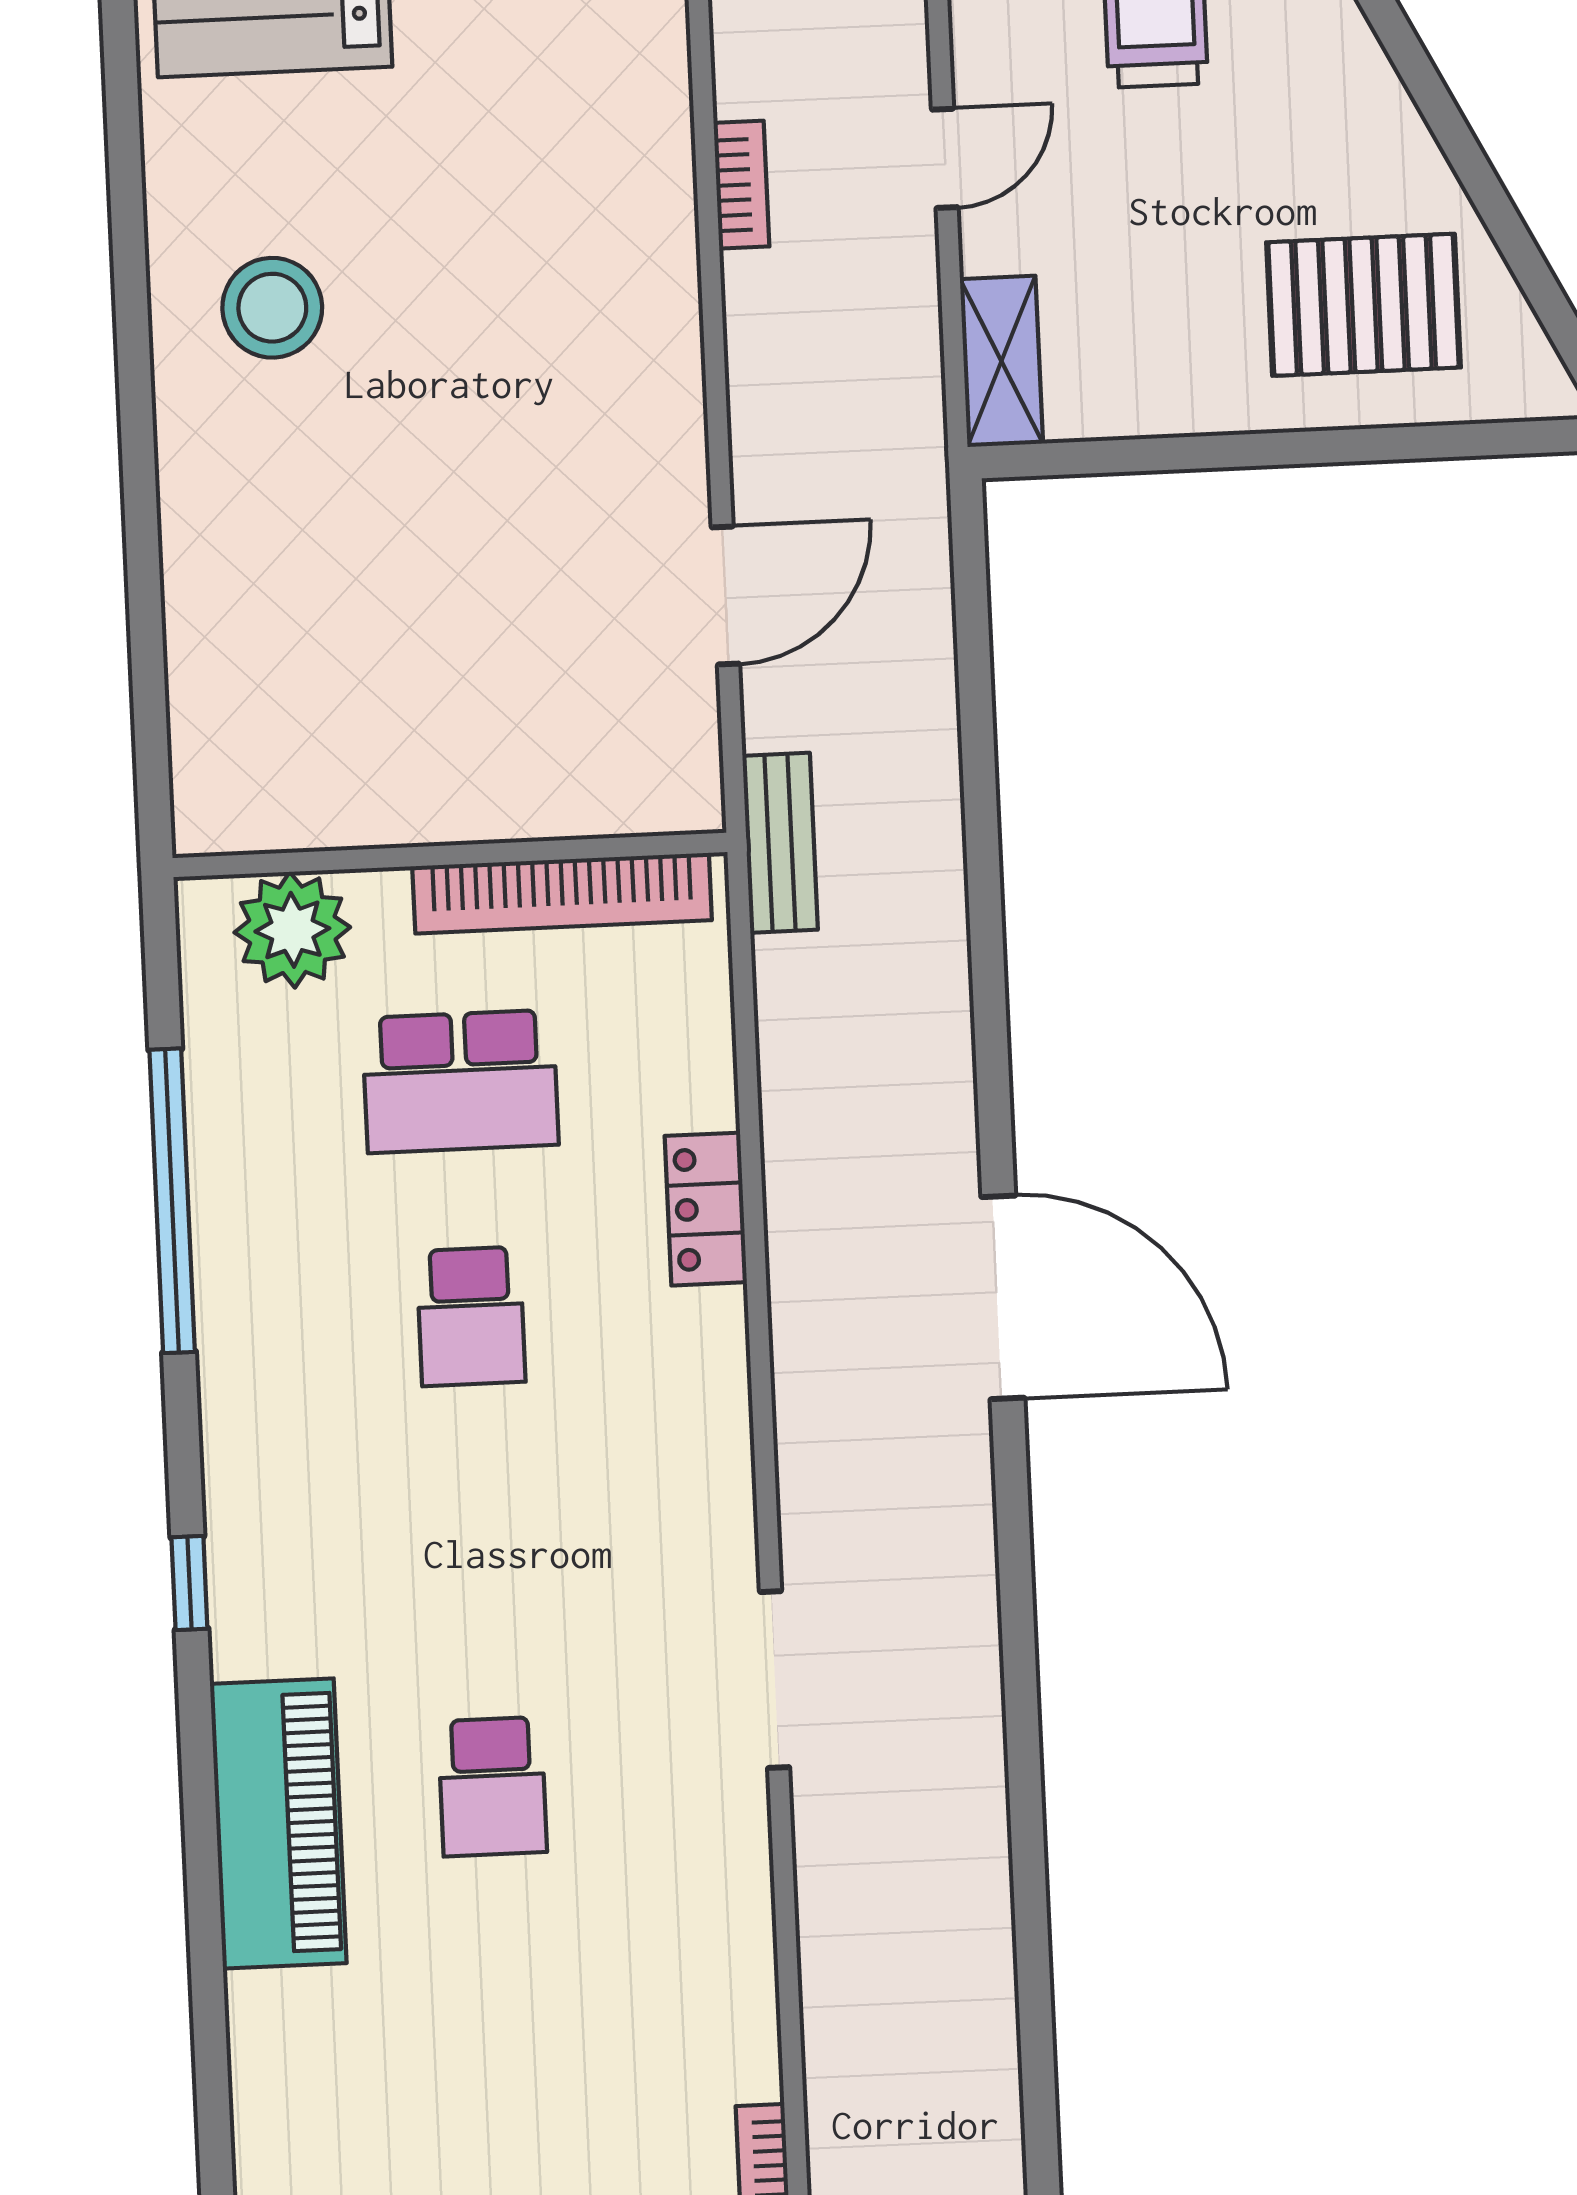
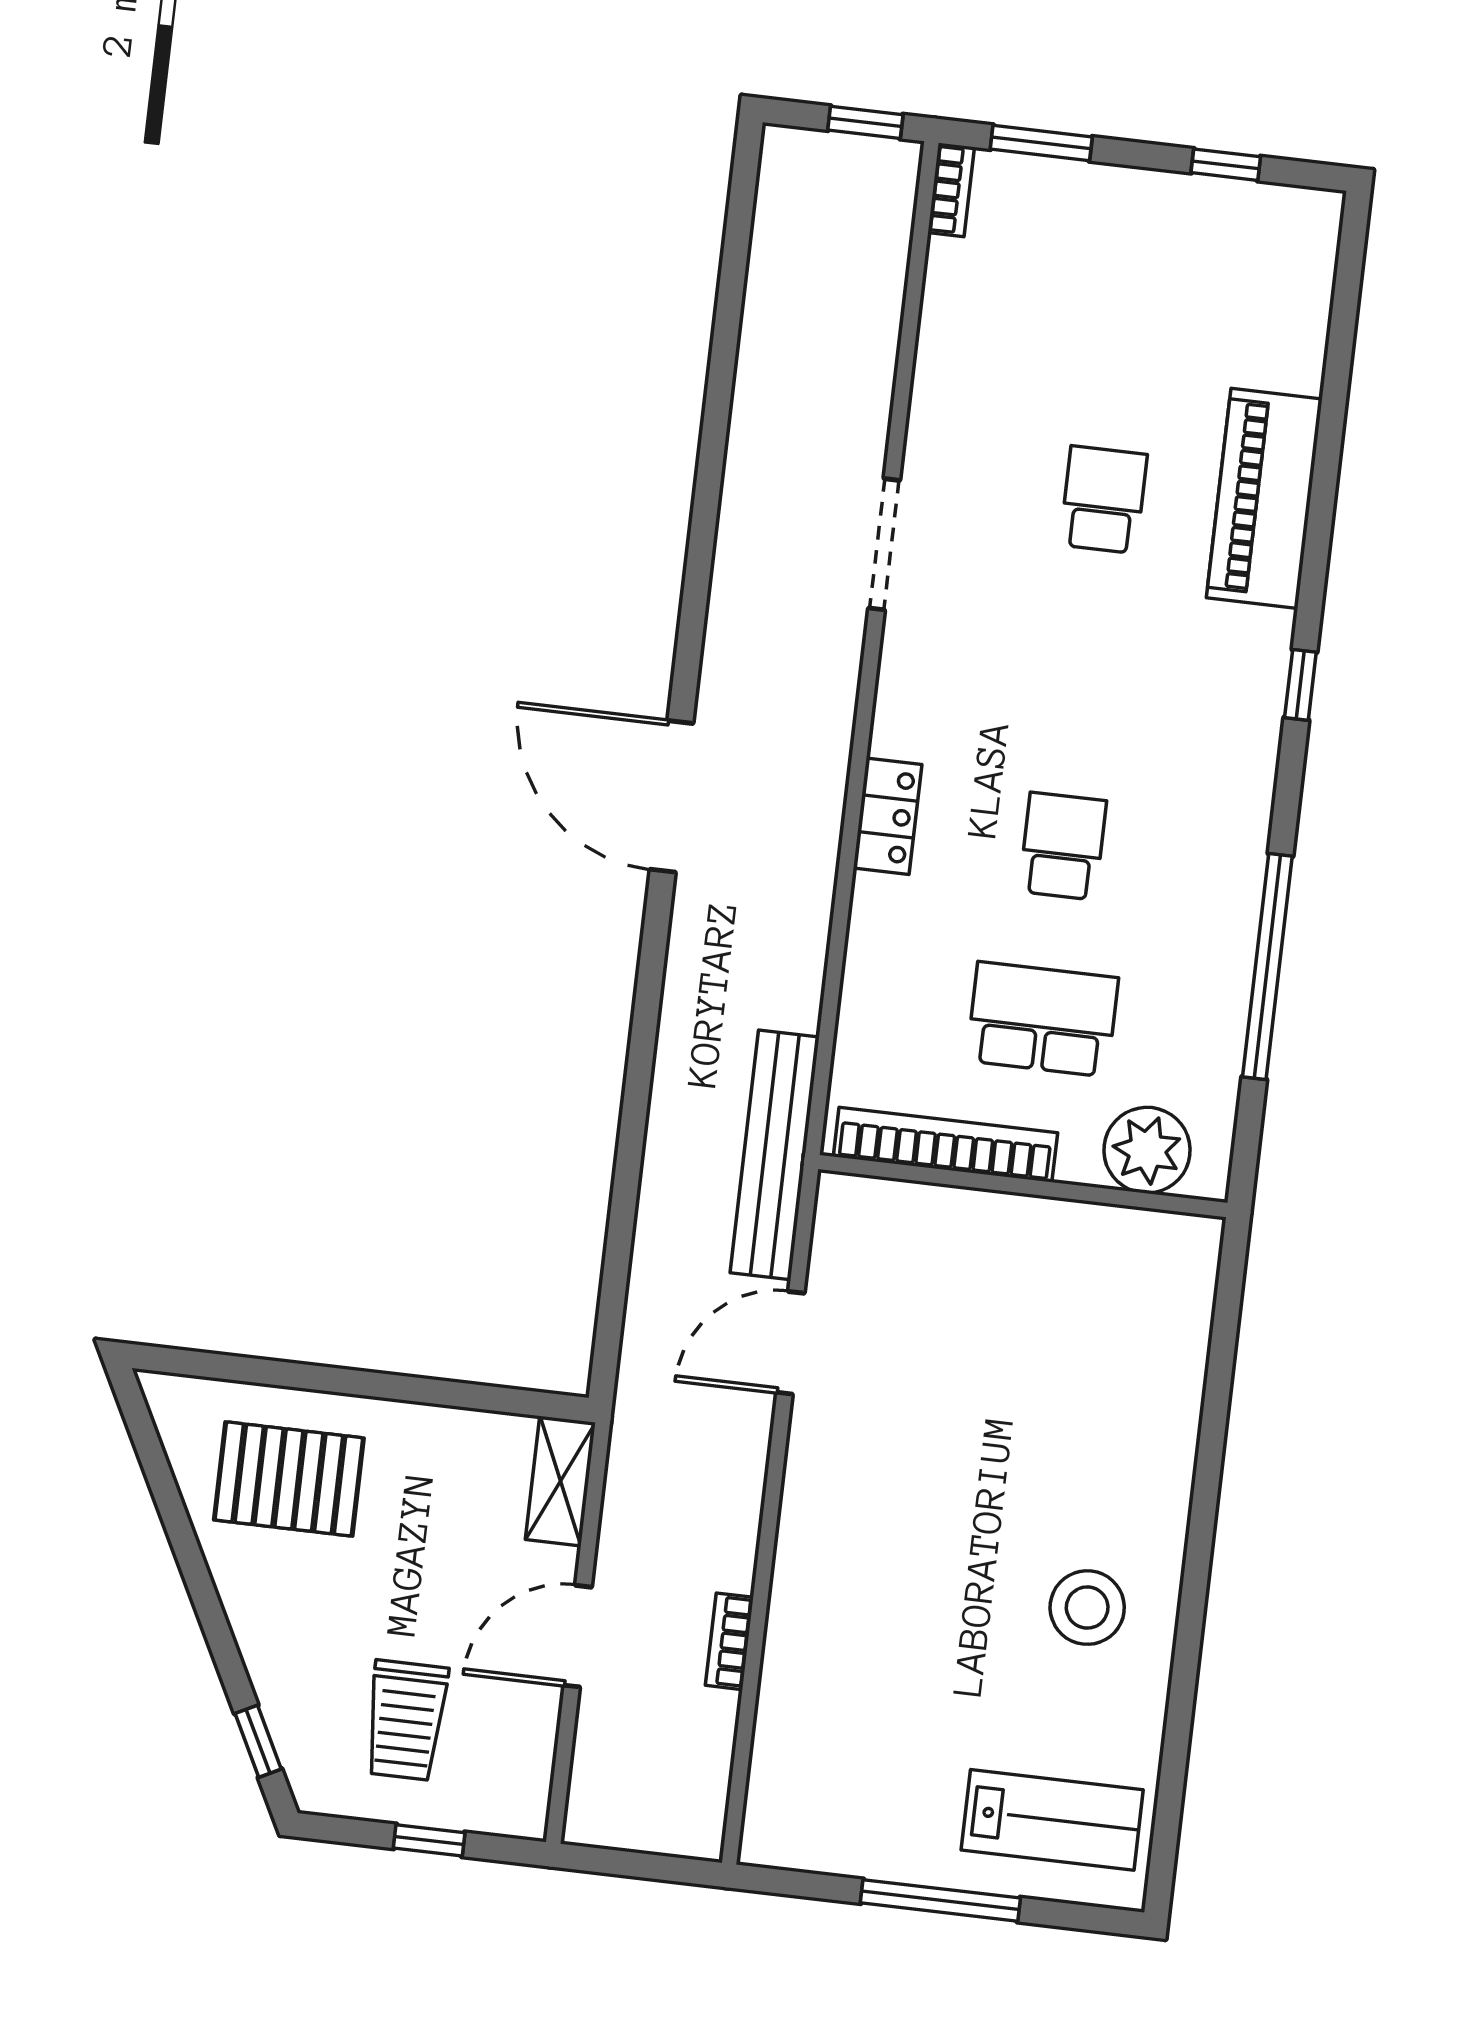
door: (945, 158) -> (578, 1636), width x1.38
bench: (780, 843) -> (775, 1155), width x1.86, depth x1.21
locker: (706, 1209) -> (888, 816), moved

